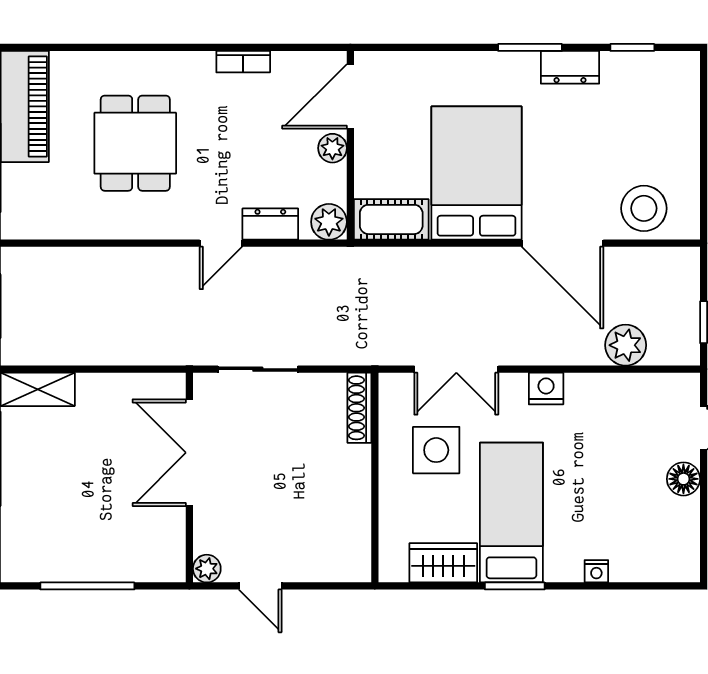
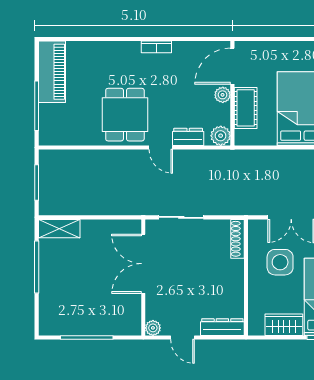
bookcase: (243, 62) -> (156, 47), moved
dining table: (135, 143) -> (125, 115), moved
cot: (391, 219) -> (246, 108), moved, turned 90
door: (221, 243) -> (161, 148), hinge flipped
dresser: (332, 567) -> (222, 327), added

